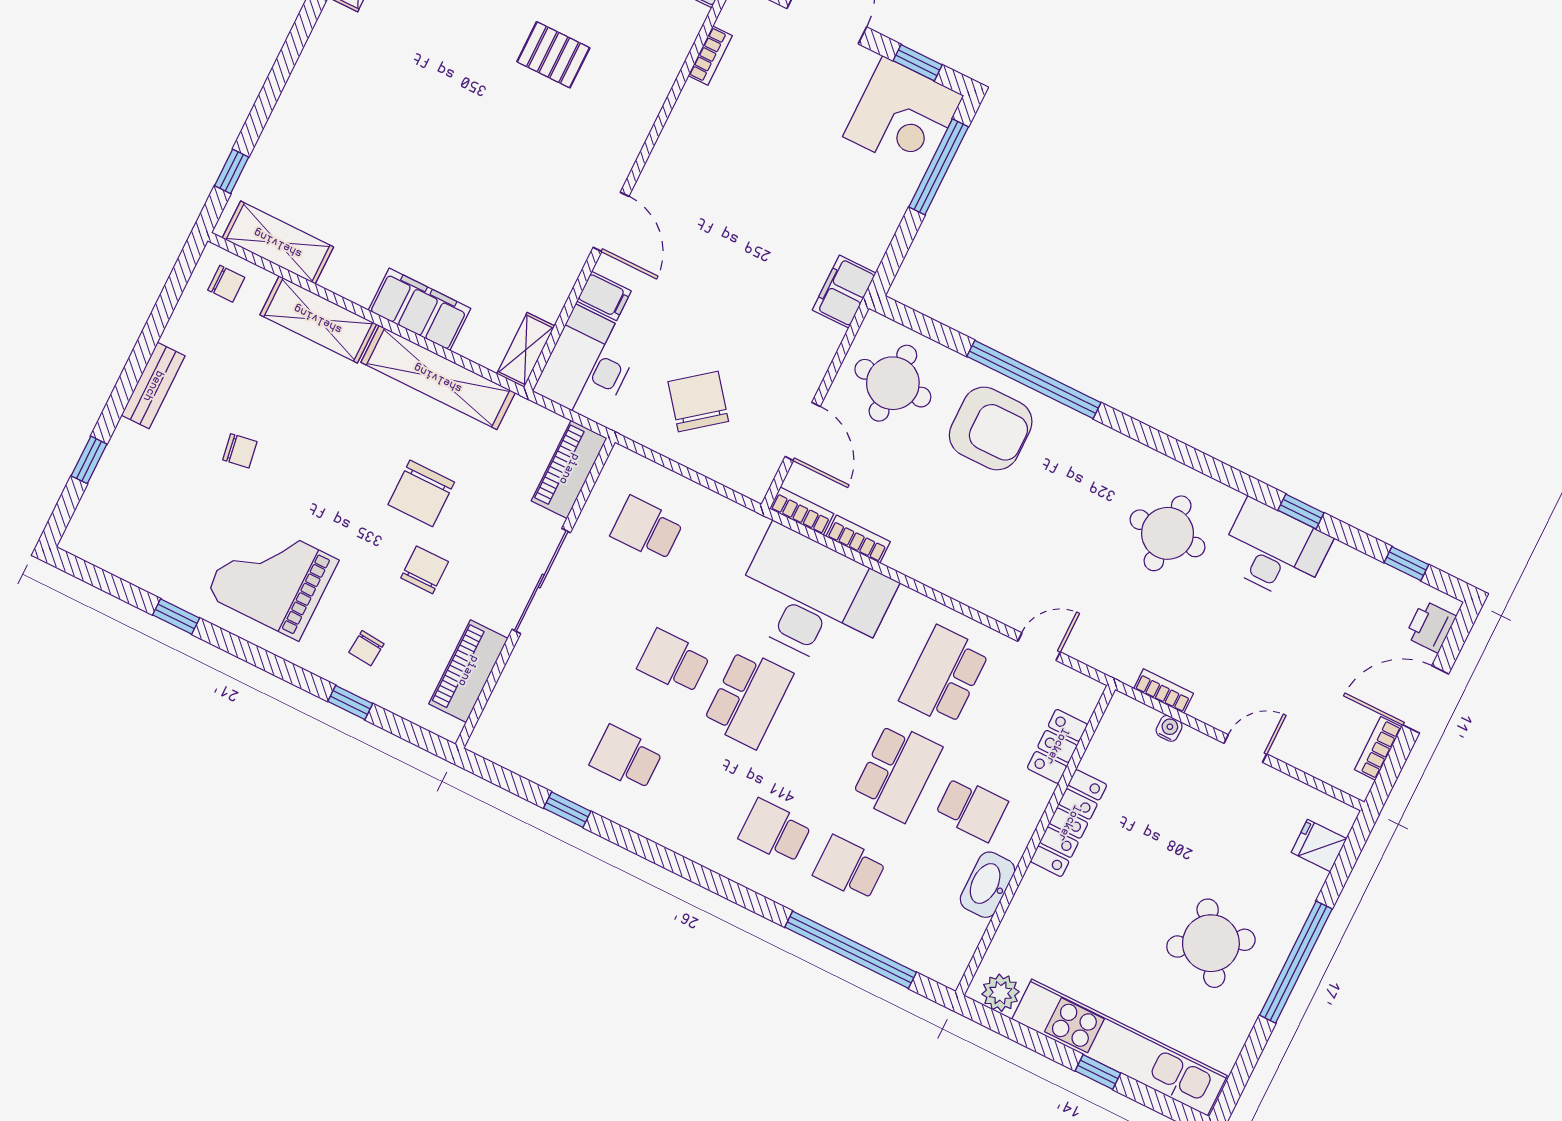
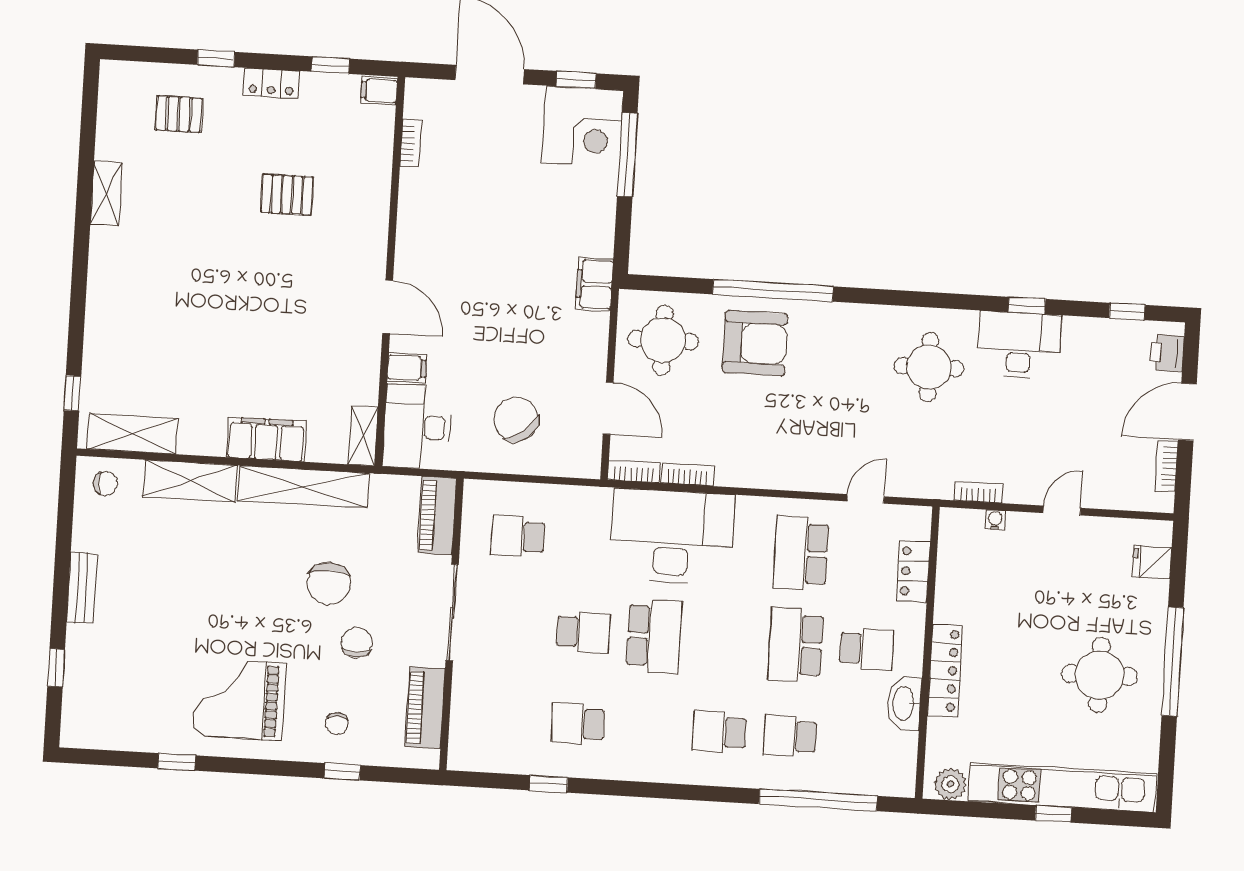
chair: (240, 451) -> (172, 610), removed
school desk: (674, 662) -> (583, 632), turned 180
school desk: (897, 772) -> (796, 645), turned 180
locker: (1069, 823) -> (945, 670), moved
round table: (1211, 943) -> (1099, 675), turned 32

